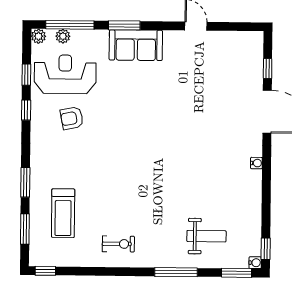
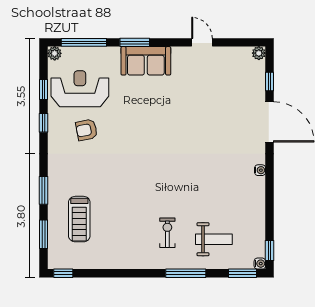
plant: (63, 36) -> (259, 53), moved
exercise bike: (118, 244) -> (167, 233), moved, turned -90

